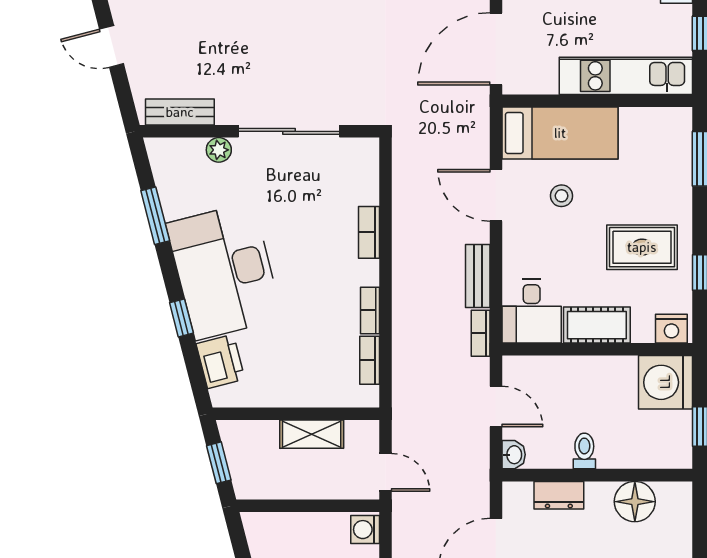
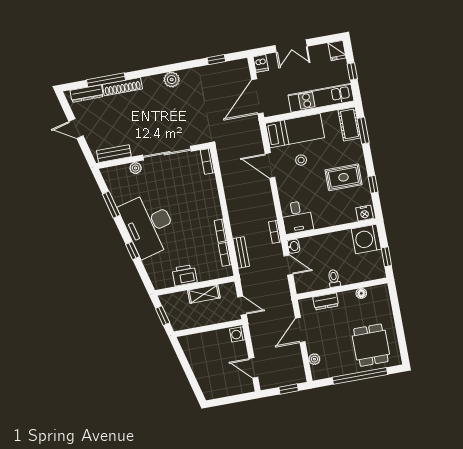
bookcase: (369, 232) -> (207, 161), moved
bench: (478, 276) -> (241, 252), moved
cot: (597, 325) -> (349, 124), moved, turned 90
printer: (221, 361) -> (185, 275), moved, turned -76
washbasin: (514, 455) -> (294, 246), moved
floor lamp: (635, 502) -> (361, 293), width x0.53, depth x0.53

